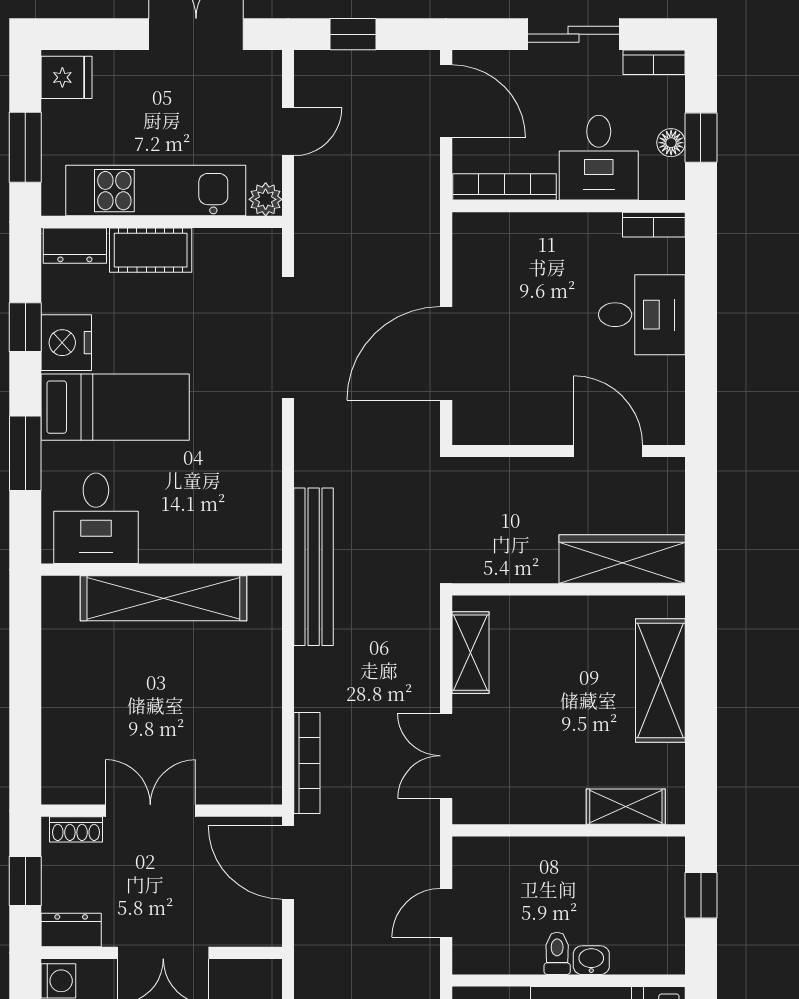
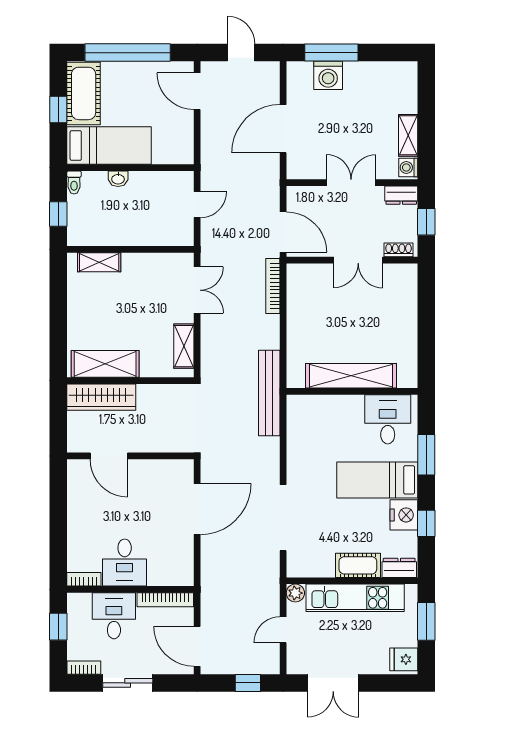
floor lamp: (671, 143) -> (75, 624), removed
desk: (642, 315) -> (125, 563), moved, turned -90
shelving: (660, 680) -> (105, 364), moved, turned 90
toilet: (557, 953) -> (74, 182), moved

